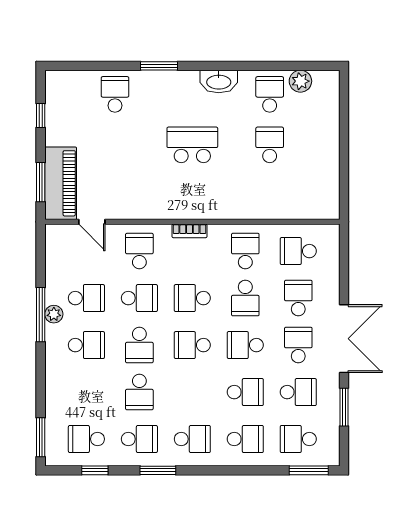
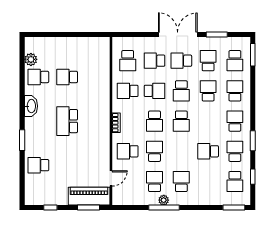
school desk: (139, 345) -> (181, 151), removed
school desk: (139, 392) -> (208, 151), turned 180

